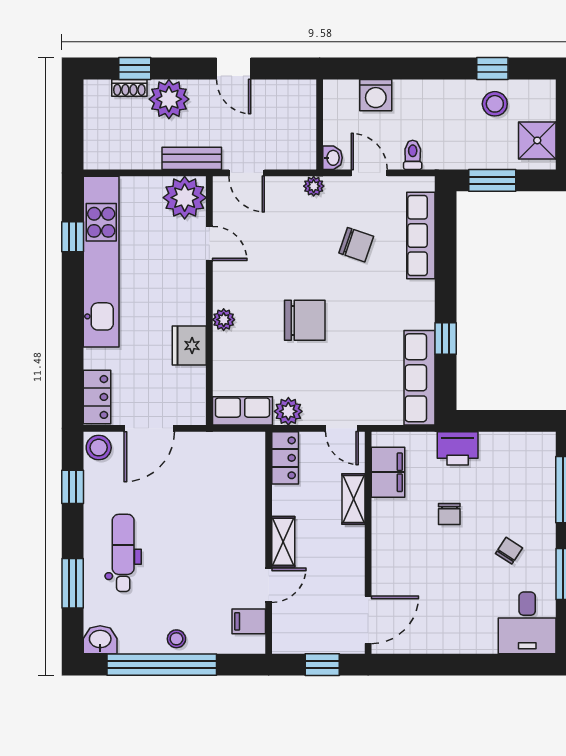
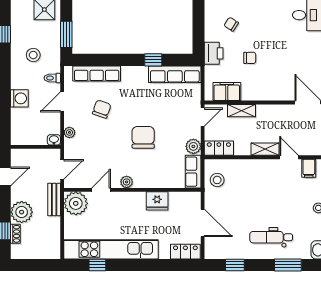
stool: (495, 104) -> (33, 55), moved
wall: (320, 124) -> (36, 147), moved
washbasin: (333, 158) -> (54, 140), moved
plant: (224, 320) -> (127, 182), moved
stool: (99, 448) -> (217, 180), moved
chair: (509, 551) -> (231, 24), moved

